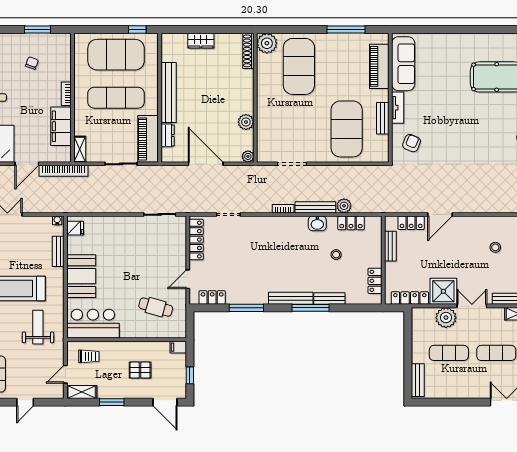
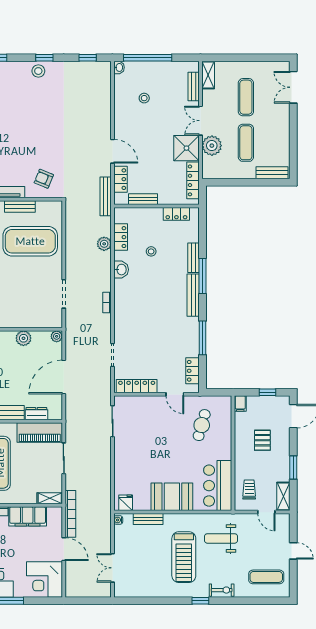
bench: (315, 207) -> (106, 196), moved

